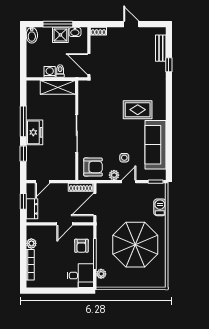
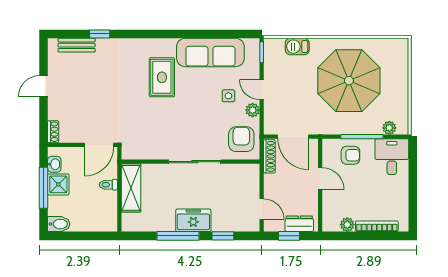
washing machine: (50, 72) -> (110, 199), removed

